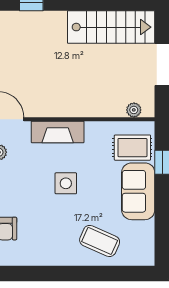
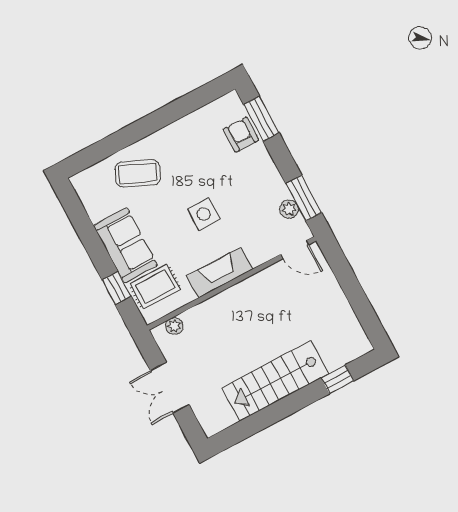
stairs: (111, 27) -> (275, 381), moved
fireplace: (58, 132) -> (220, 273), moved

